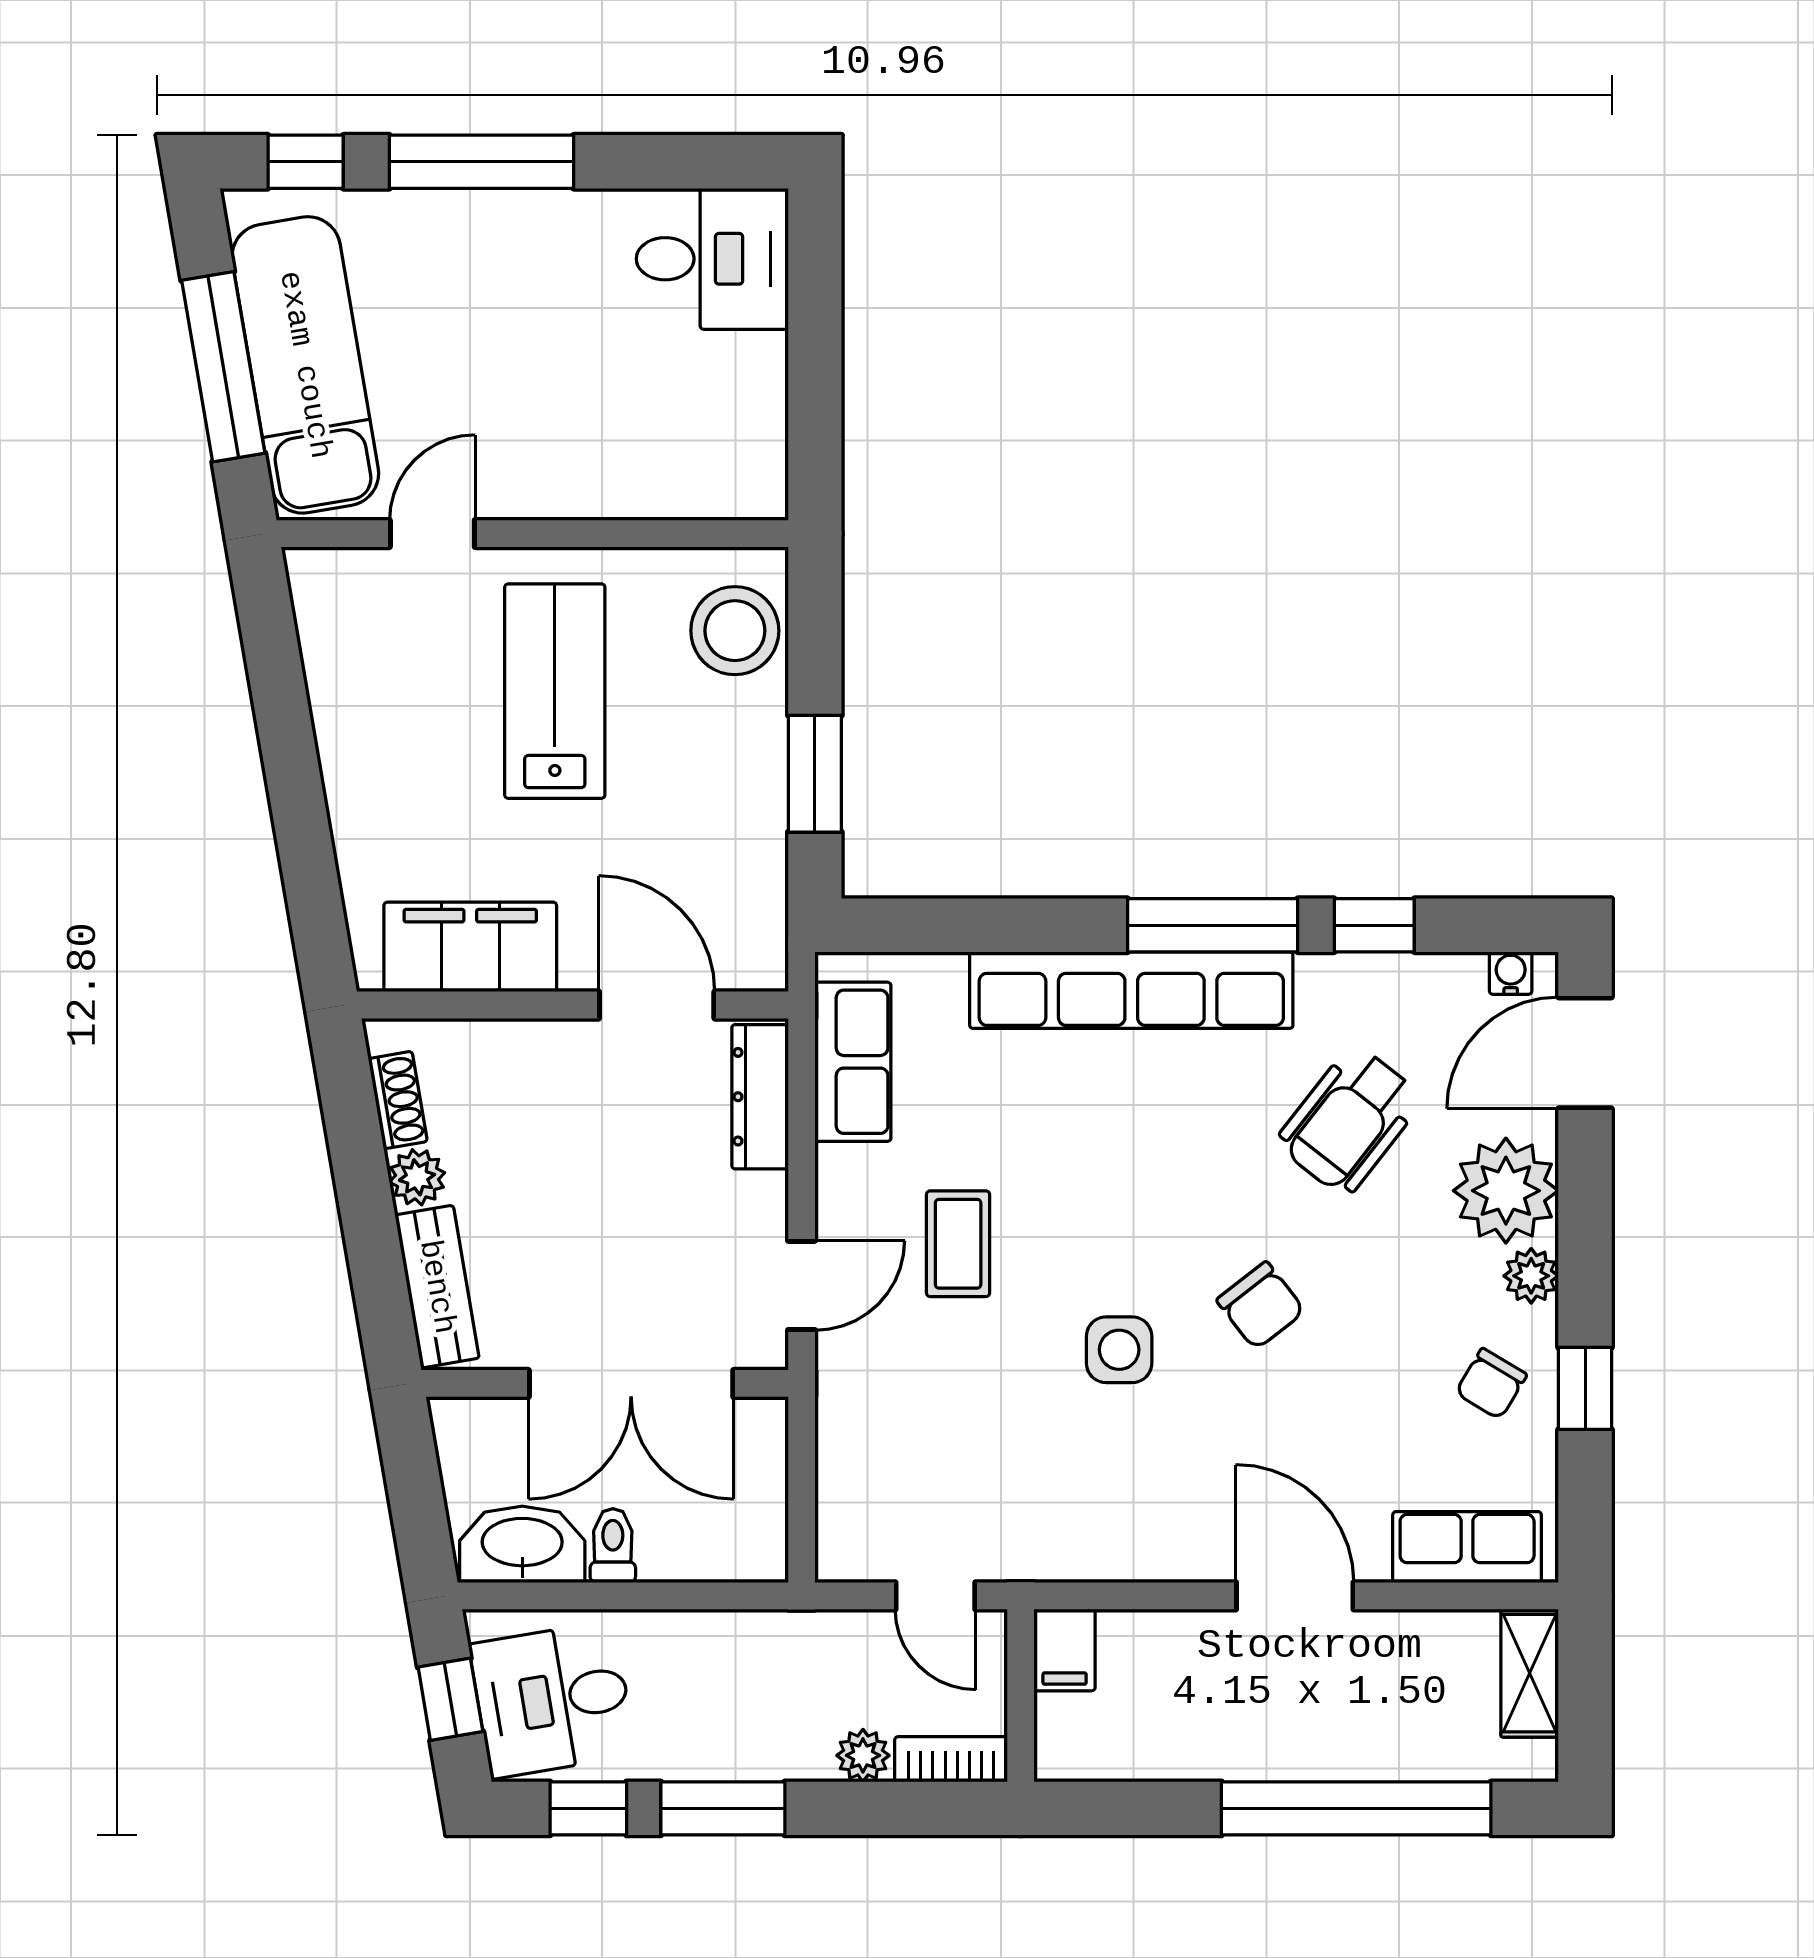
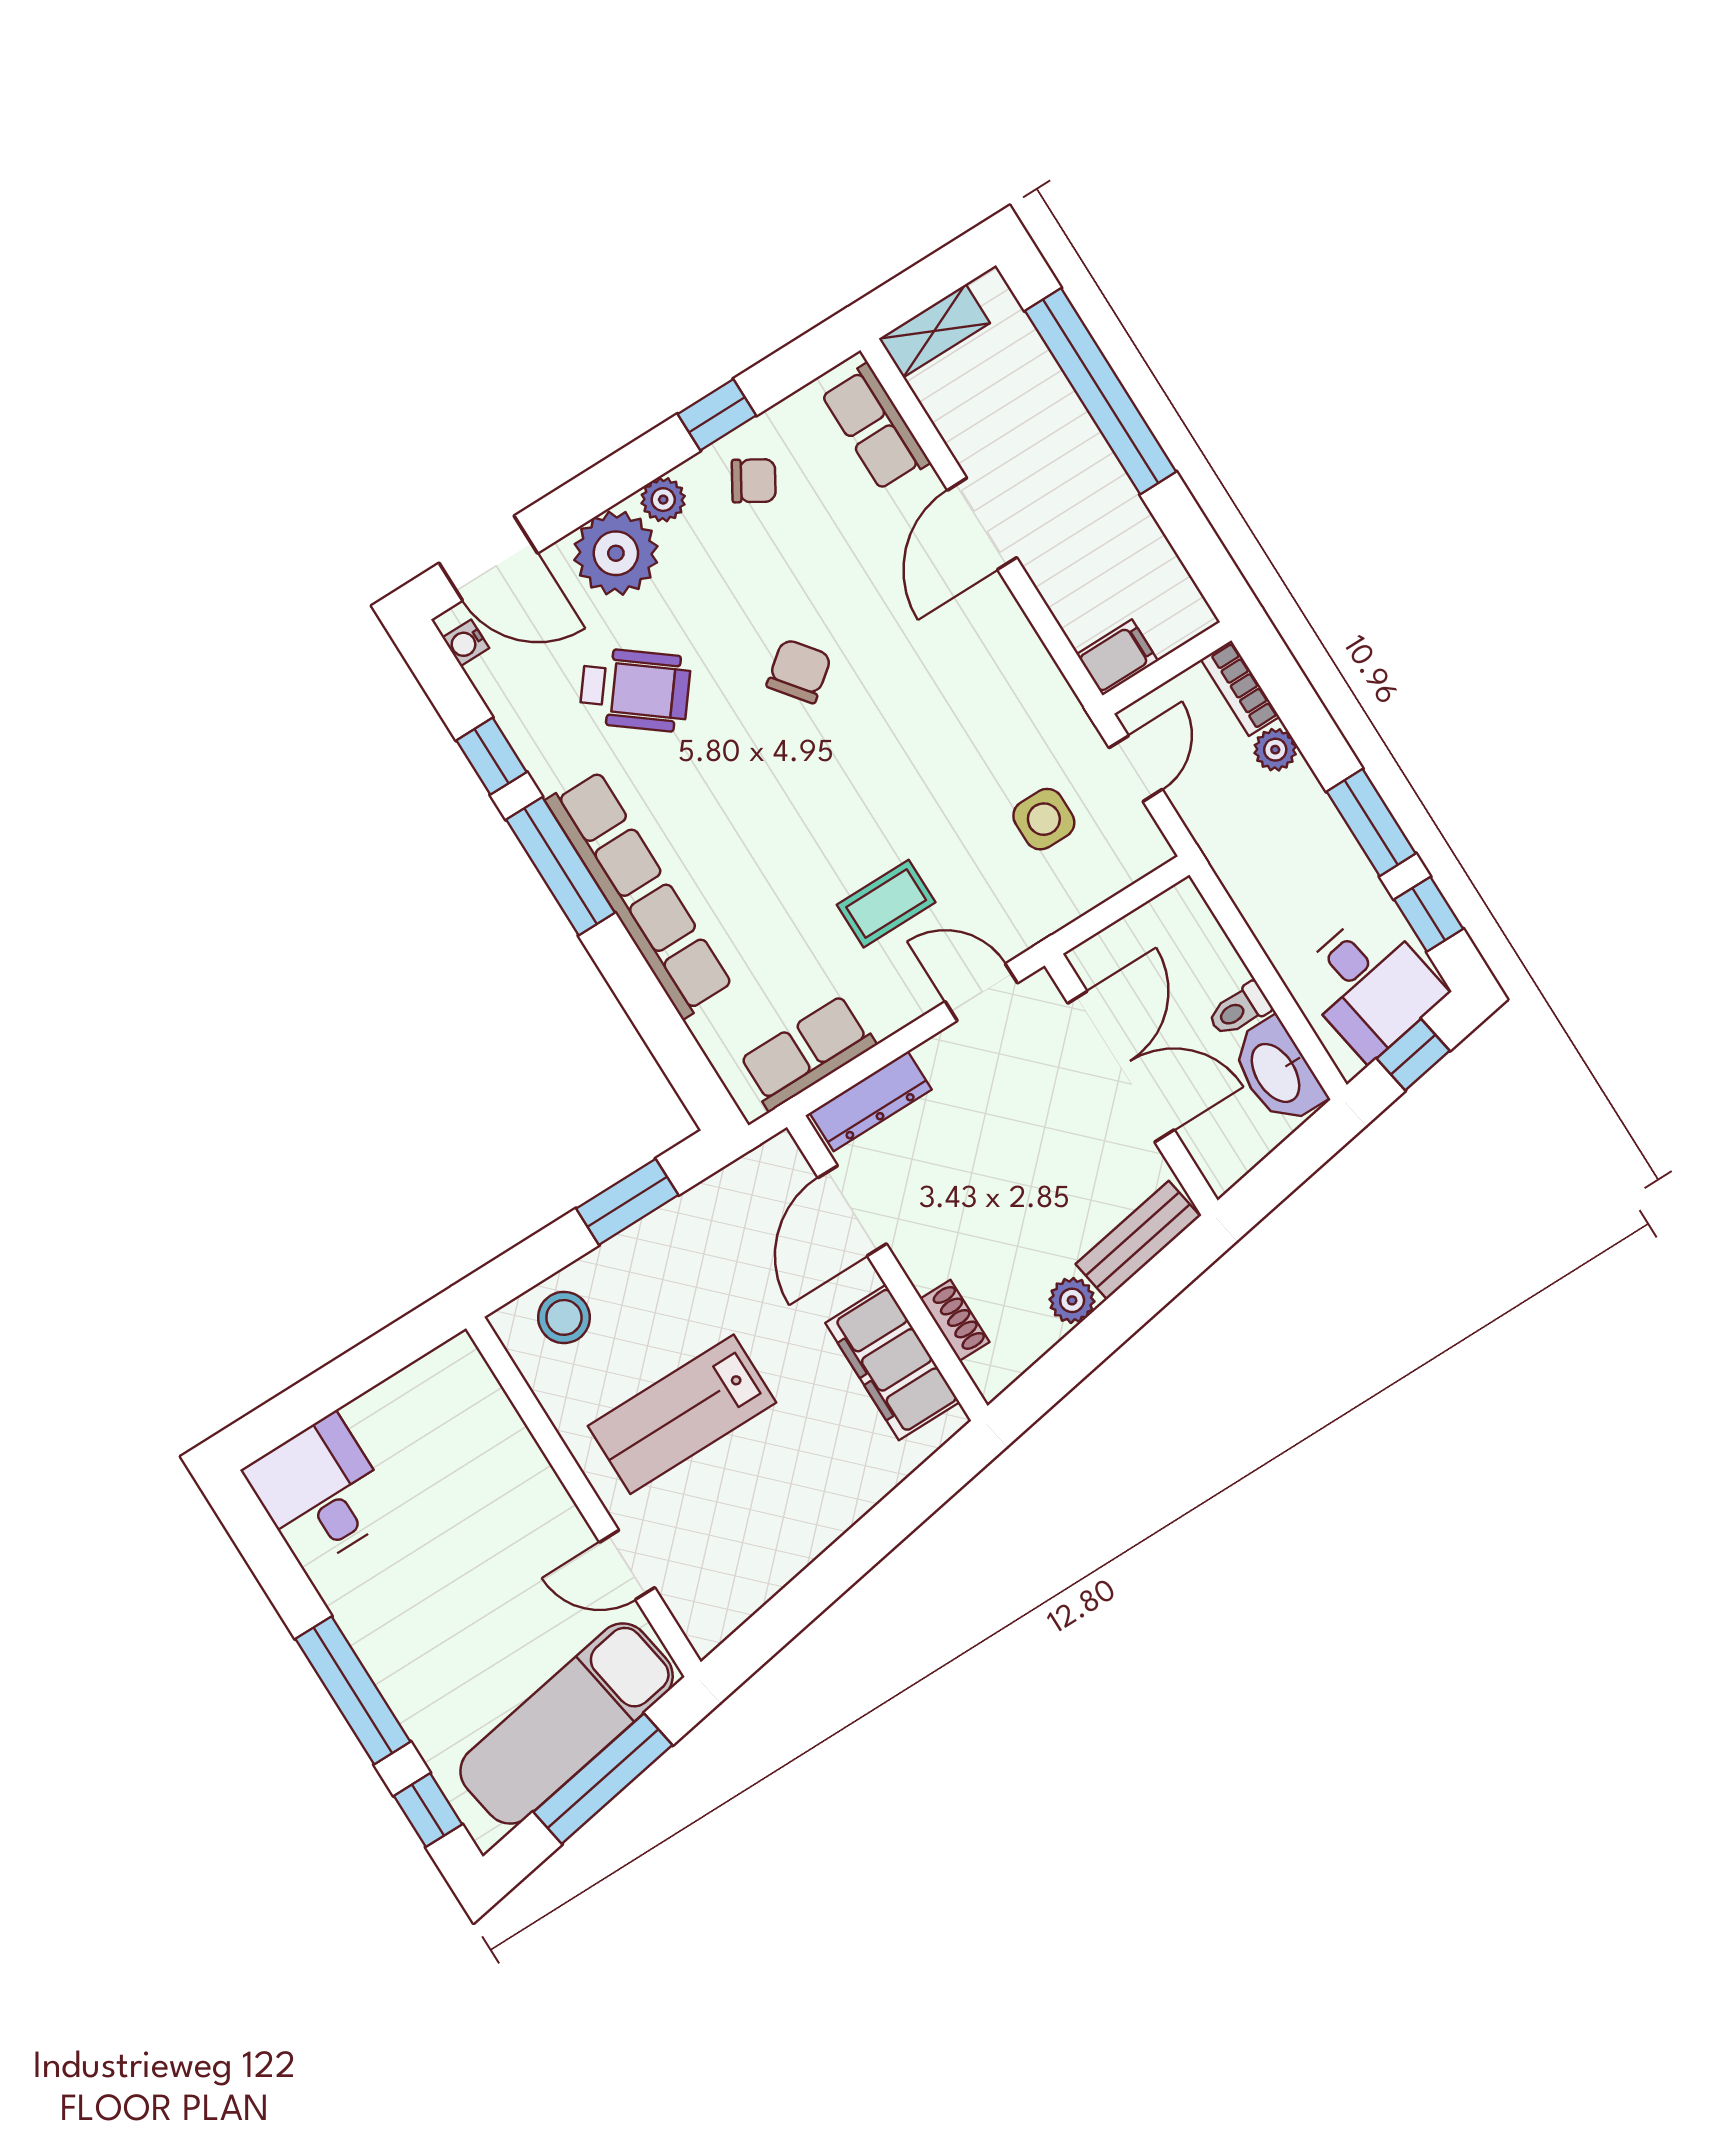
stool: (735, 631) -> (564, 1317), width x0.73, depth x0.73
shoe rack: (398, 1100) -> (955, 1320), moved, turned 100
side table: (1119, 1350) -> (1044, 819), moved

